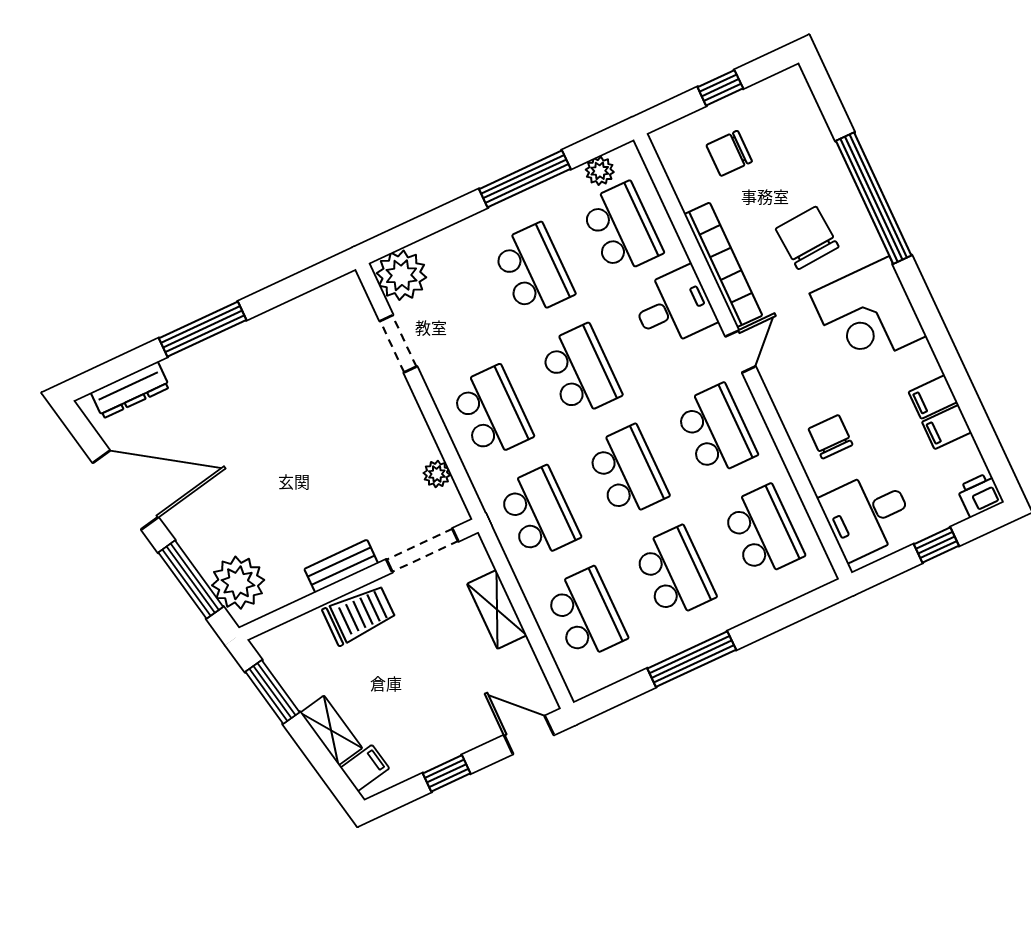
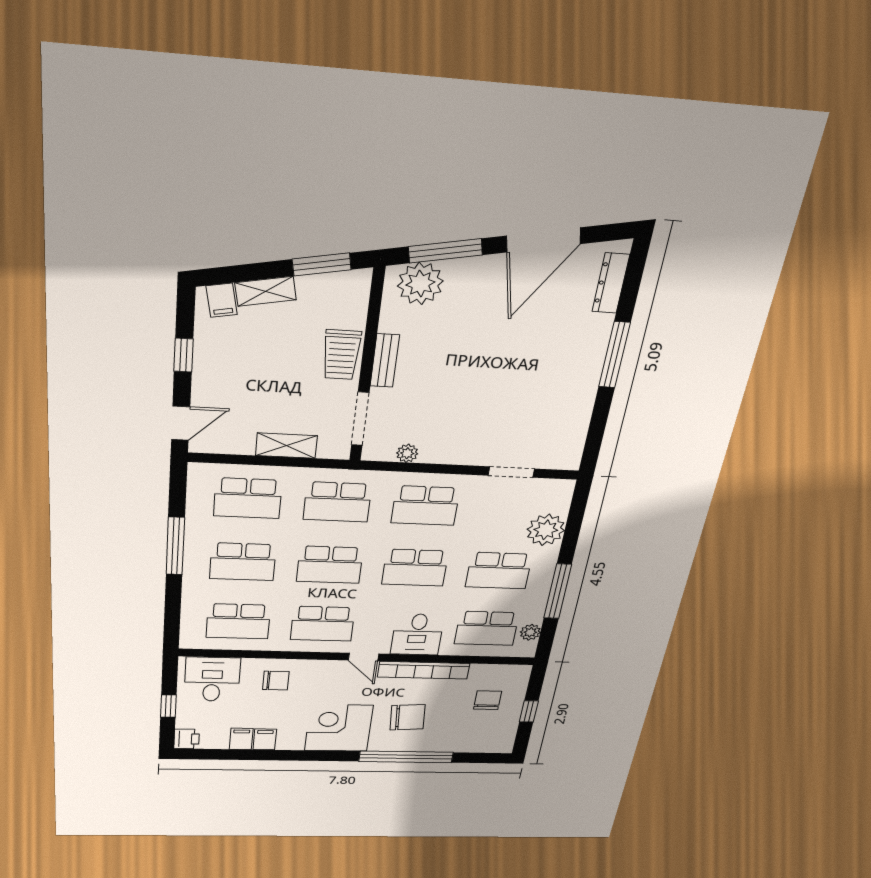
plant: (401, 275) -> (546, 530), moved

